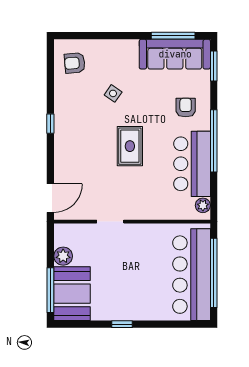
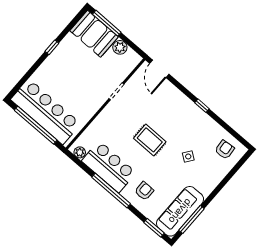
armchair: (186, 108) -> (144, 191), turned -90

